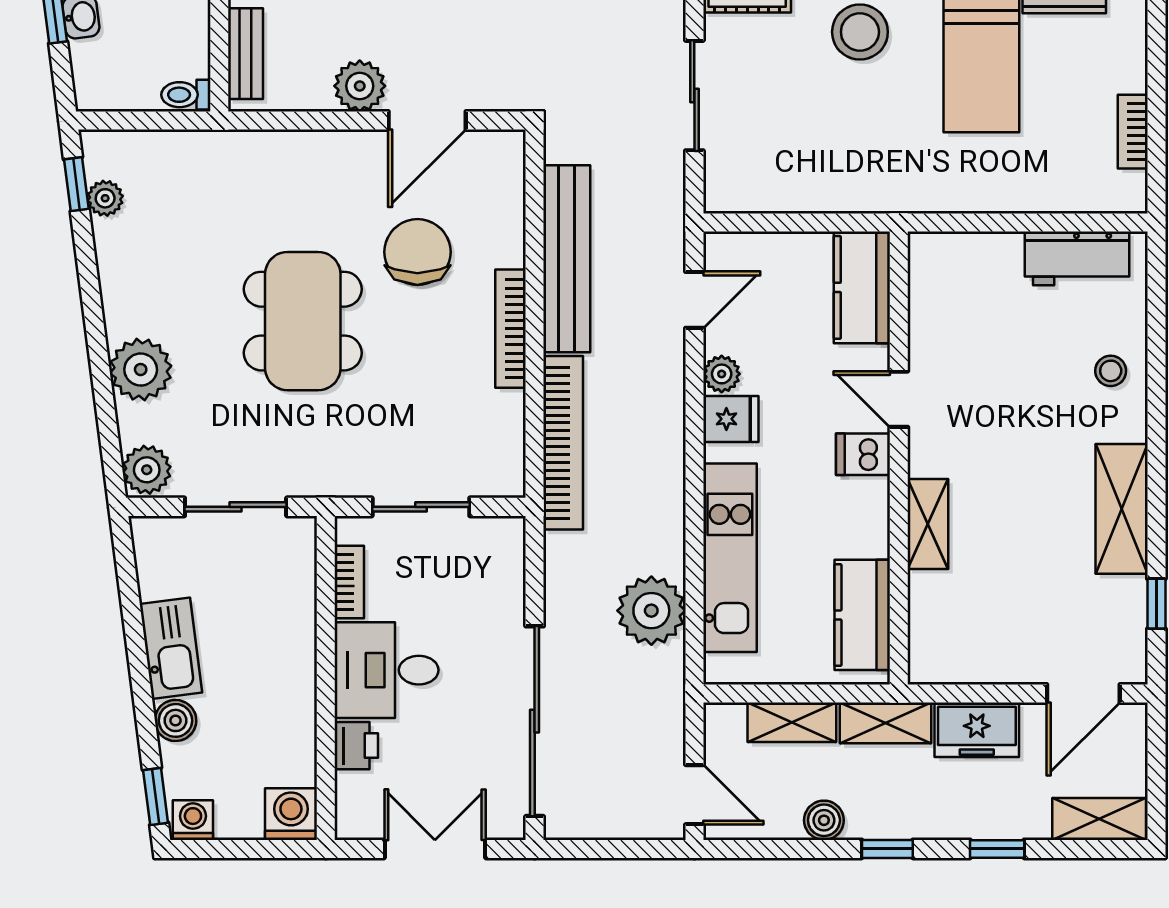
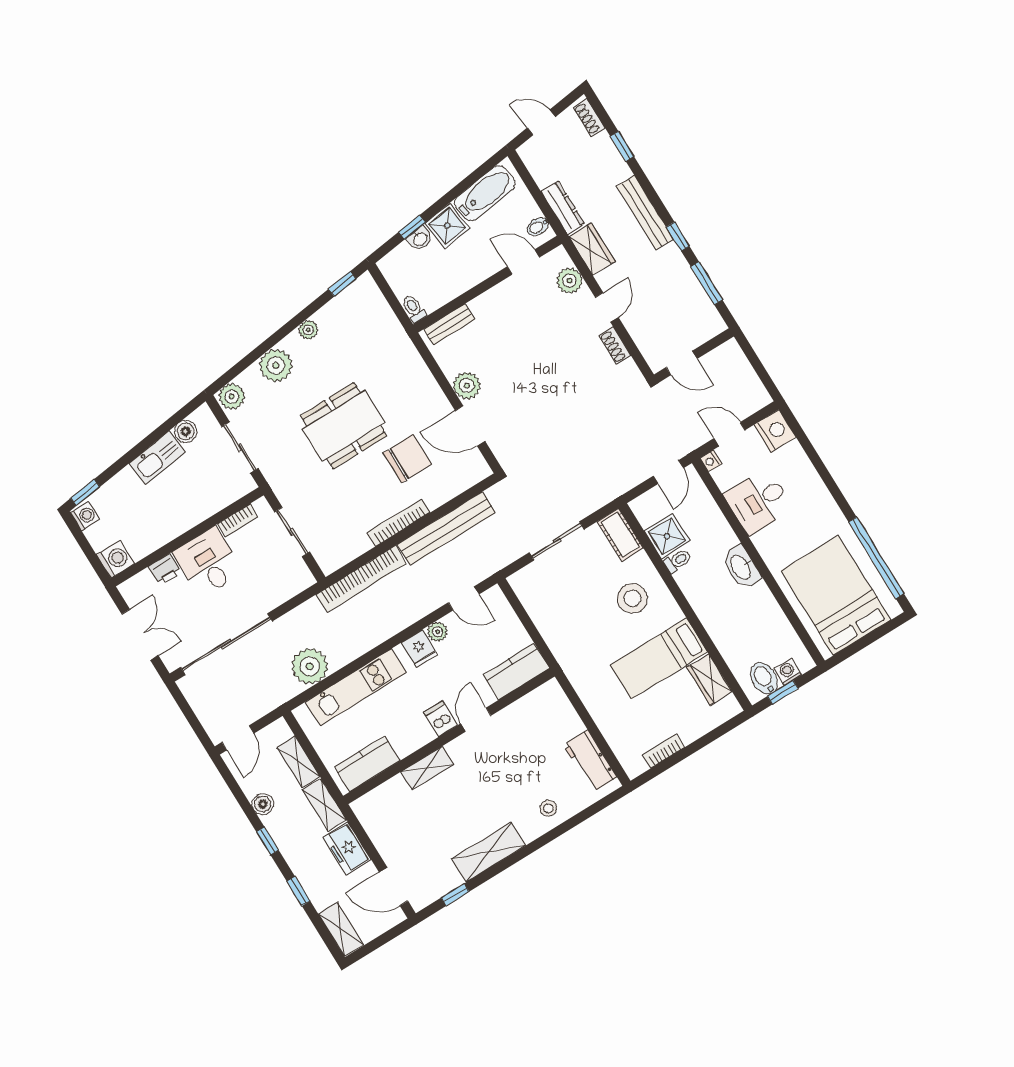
plant: (105, 198) -> (308, 330), moved
boiler: (175, 720) -> (186, 431), moved

